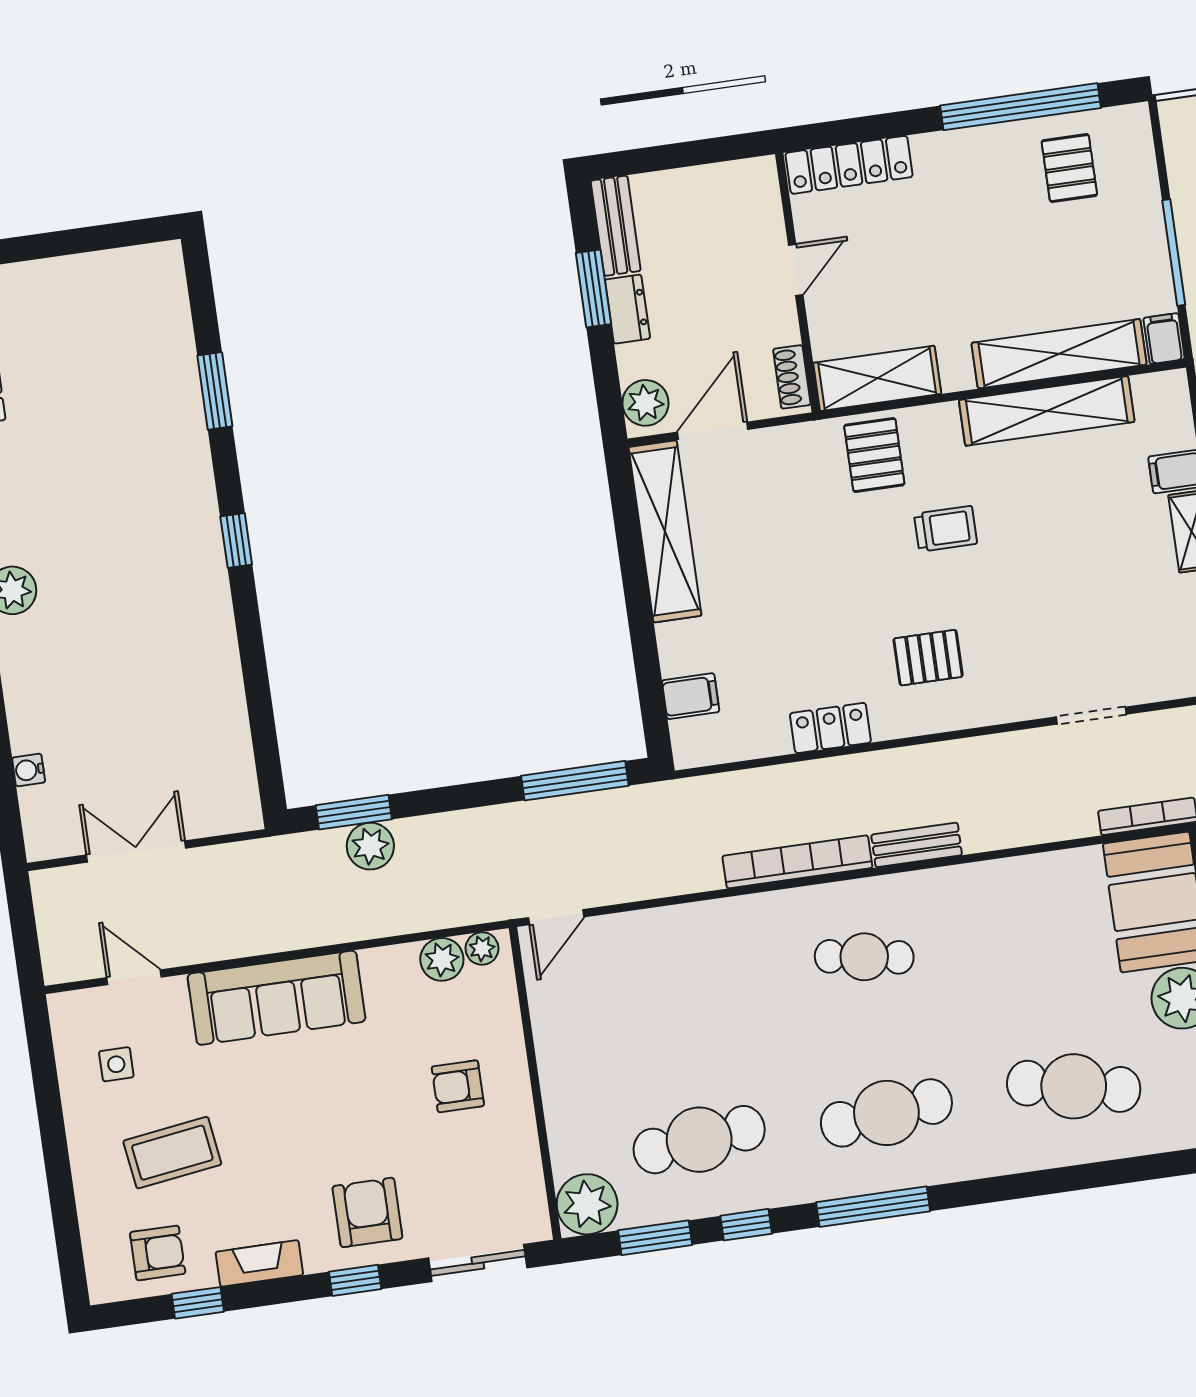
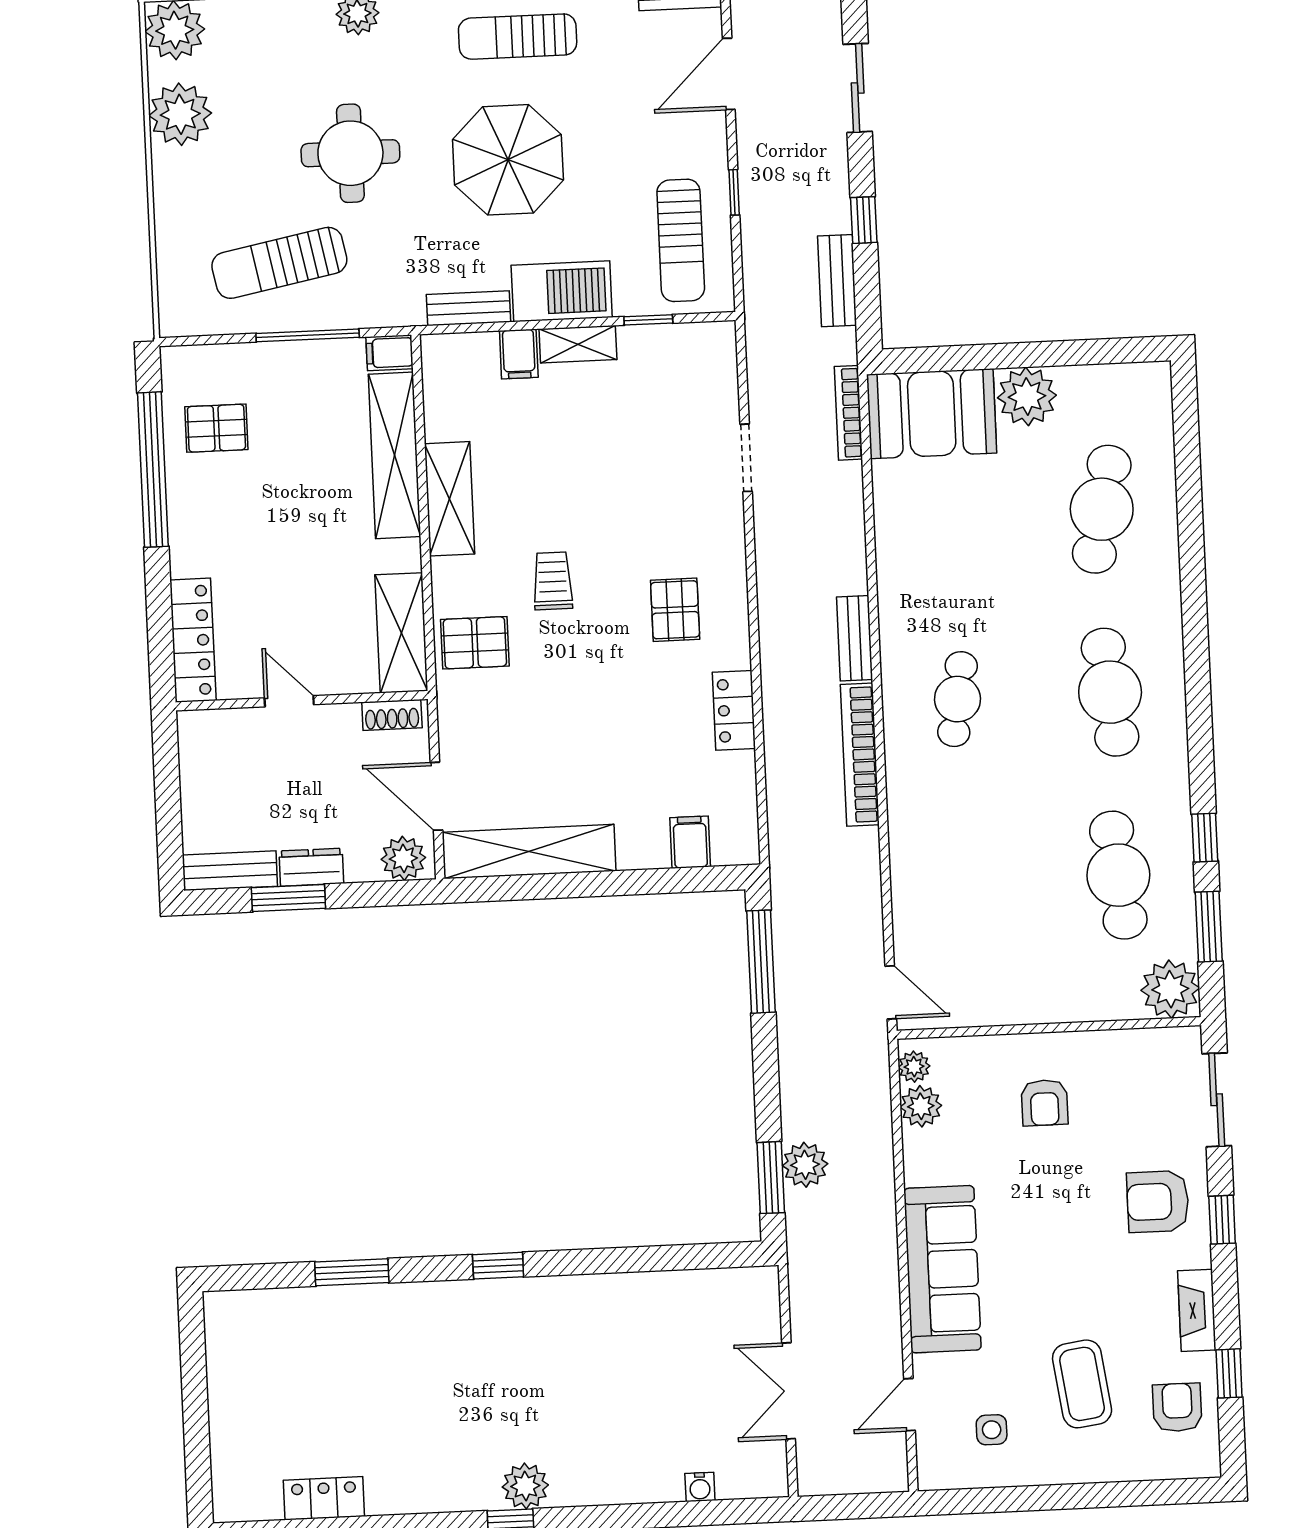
shelving: (1047, 411) -> (450, 499), width x0.68
window: (873, 1207) -> (1199, 714), removed

